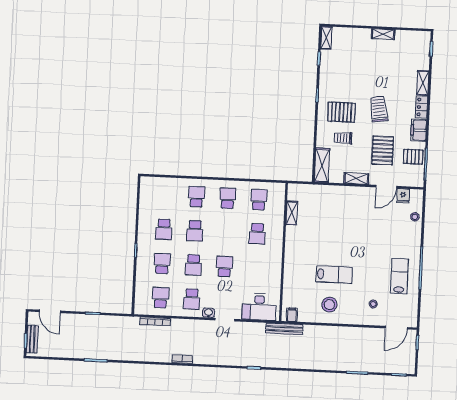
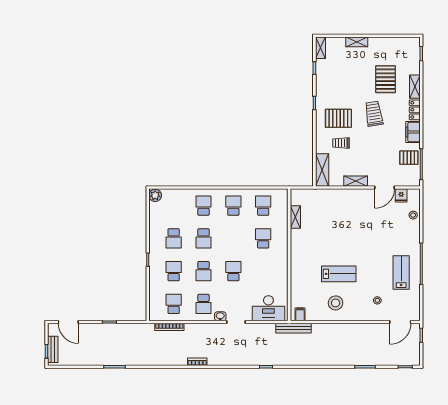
shelving: (383, 34) -> (357, 42), moved
pallet: (383, 150) -> (386, 79), moved
plant: (147, 184) -> (155, 195), added
school desk: (257, 234) -> (263, 238), turned 180

